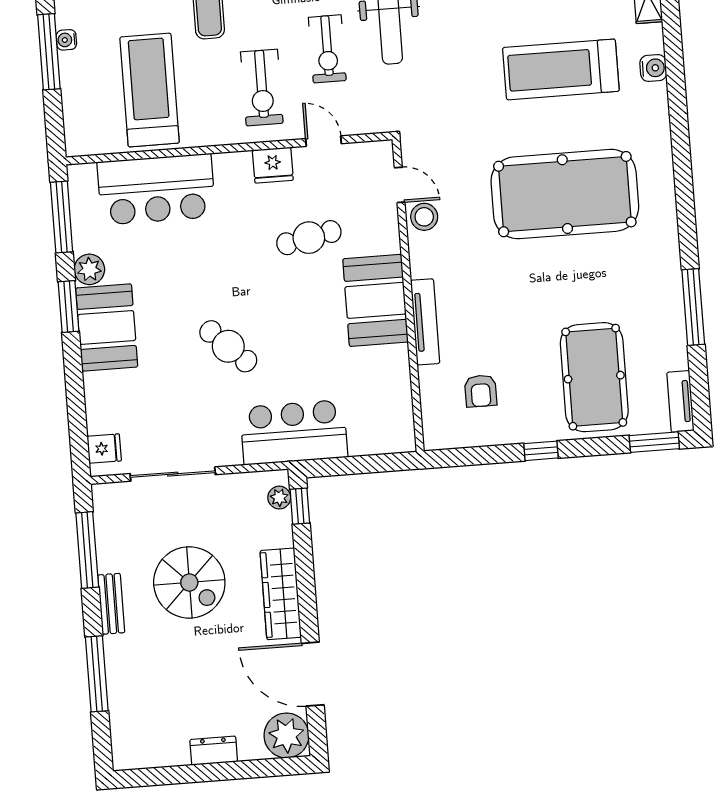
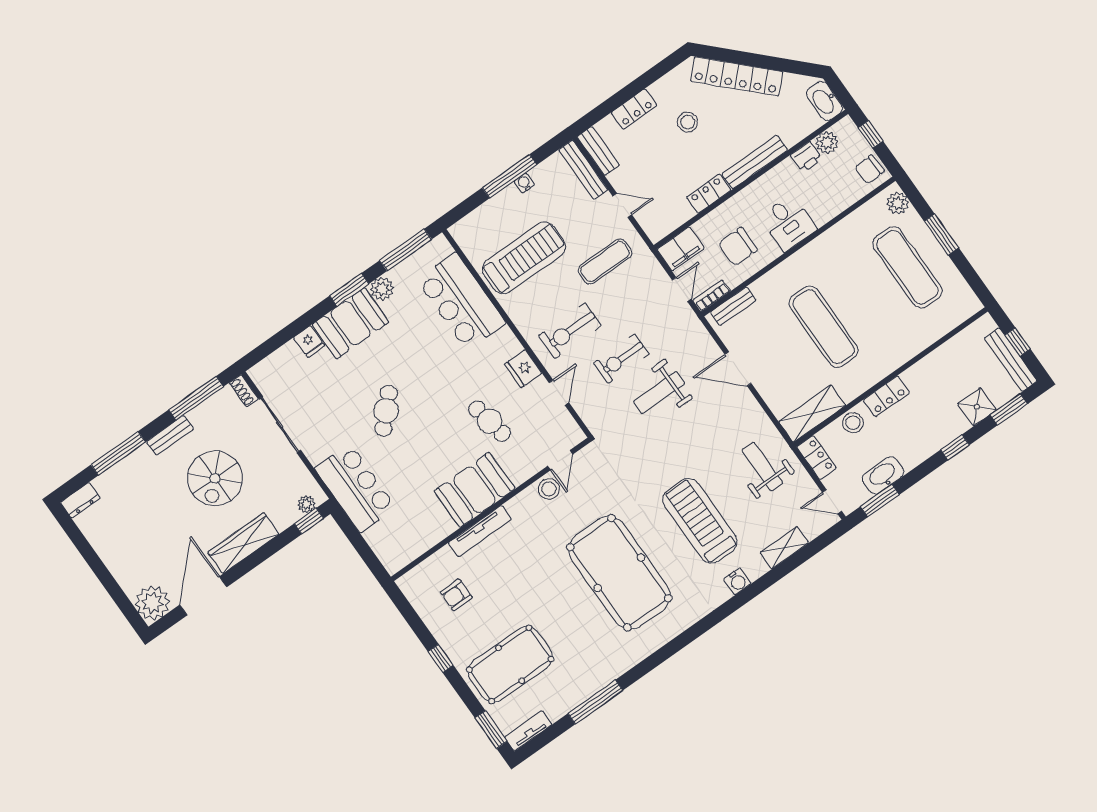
fridge: (104, 449) -> (309, 341), moved
shoe rack: (111, 492) -> (244, 391), added
dresser: (214, 751) -> (80, 500), moved, turned 90

